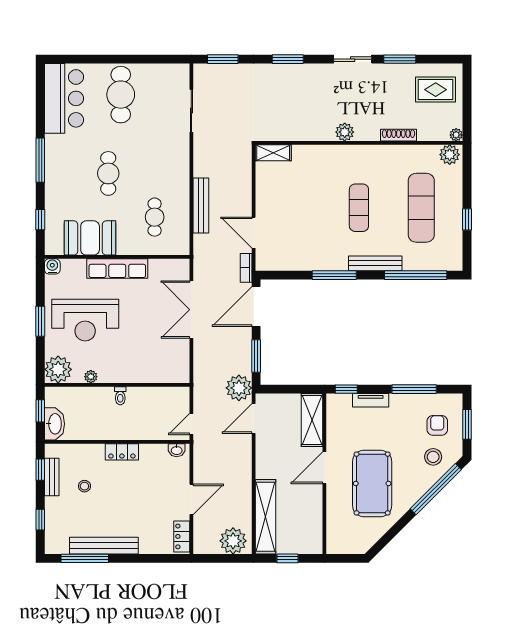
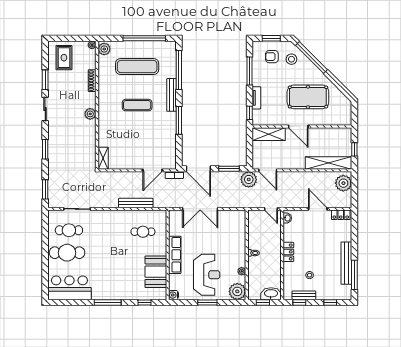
cafe table: (108, 173) -> (69, 230), moved
window: (467, 219) -> (144, 38), width x3.17

